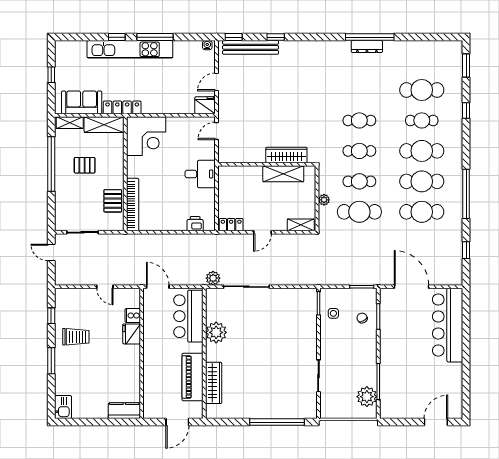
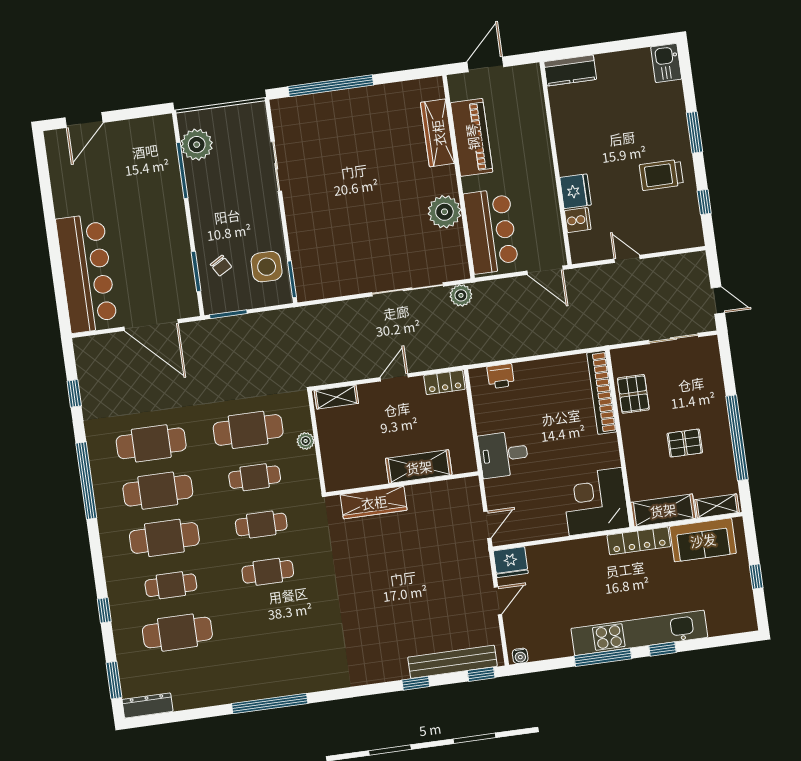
dresser: (367, 47) -> (147, 705), moved
shelving: (283, 174) -> (419, 467), moved
side table: (333, 313) -> (267, 267), width x1.87, depth x1.87

